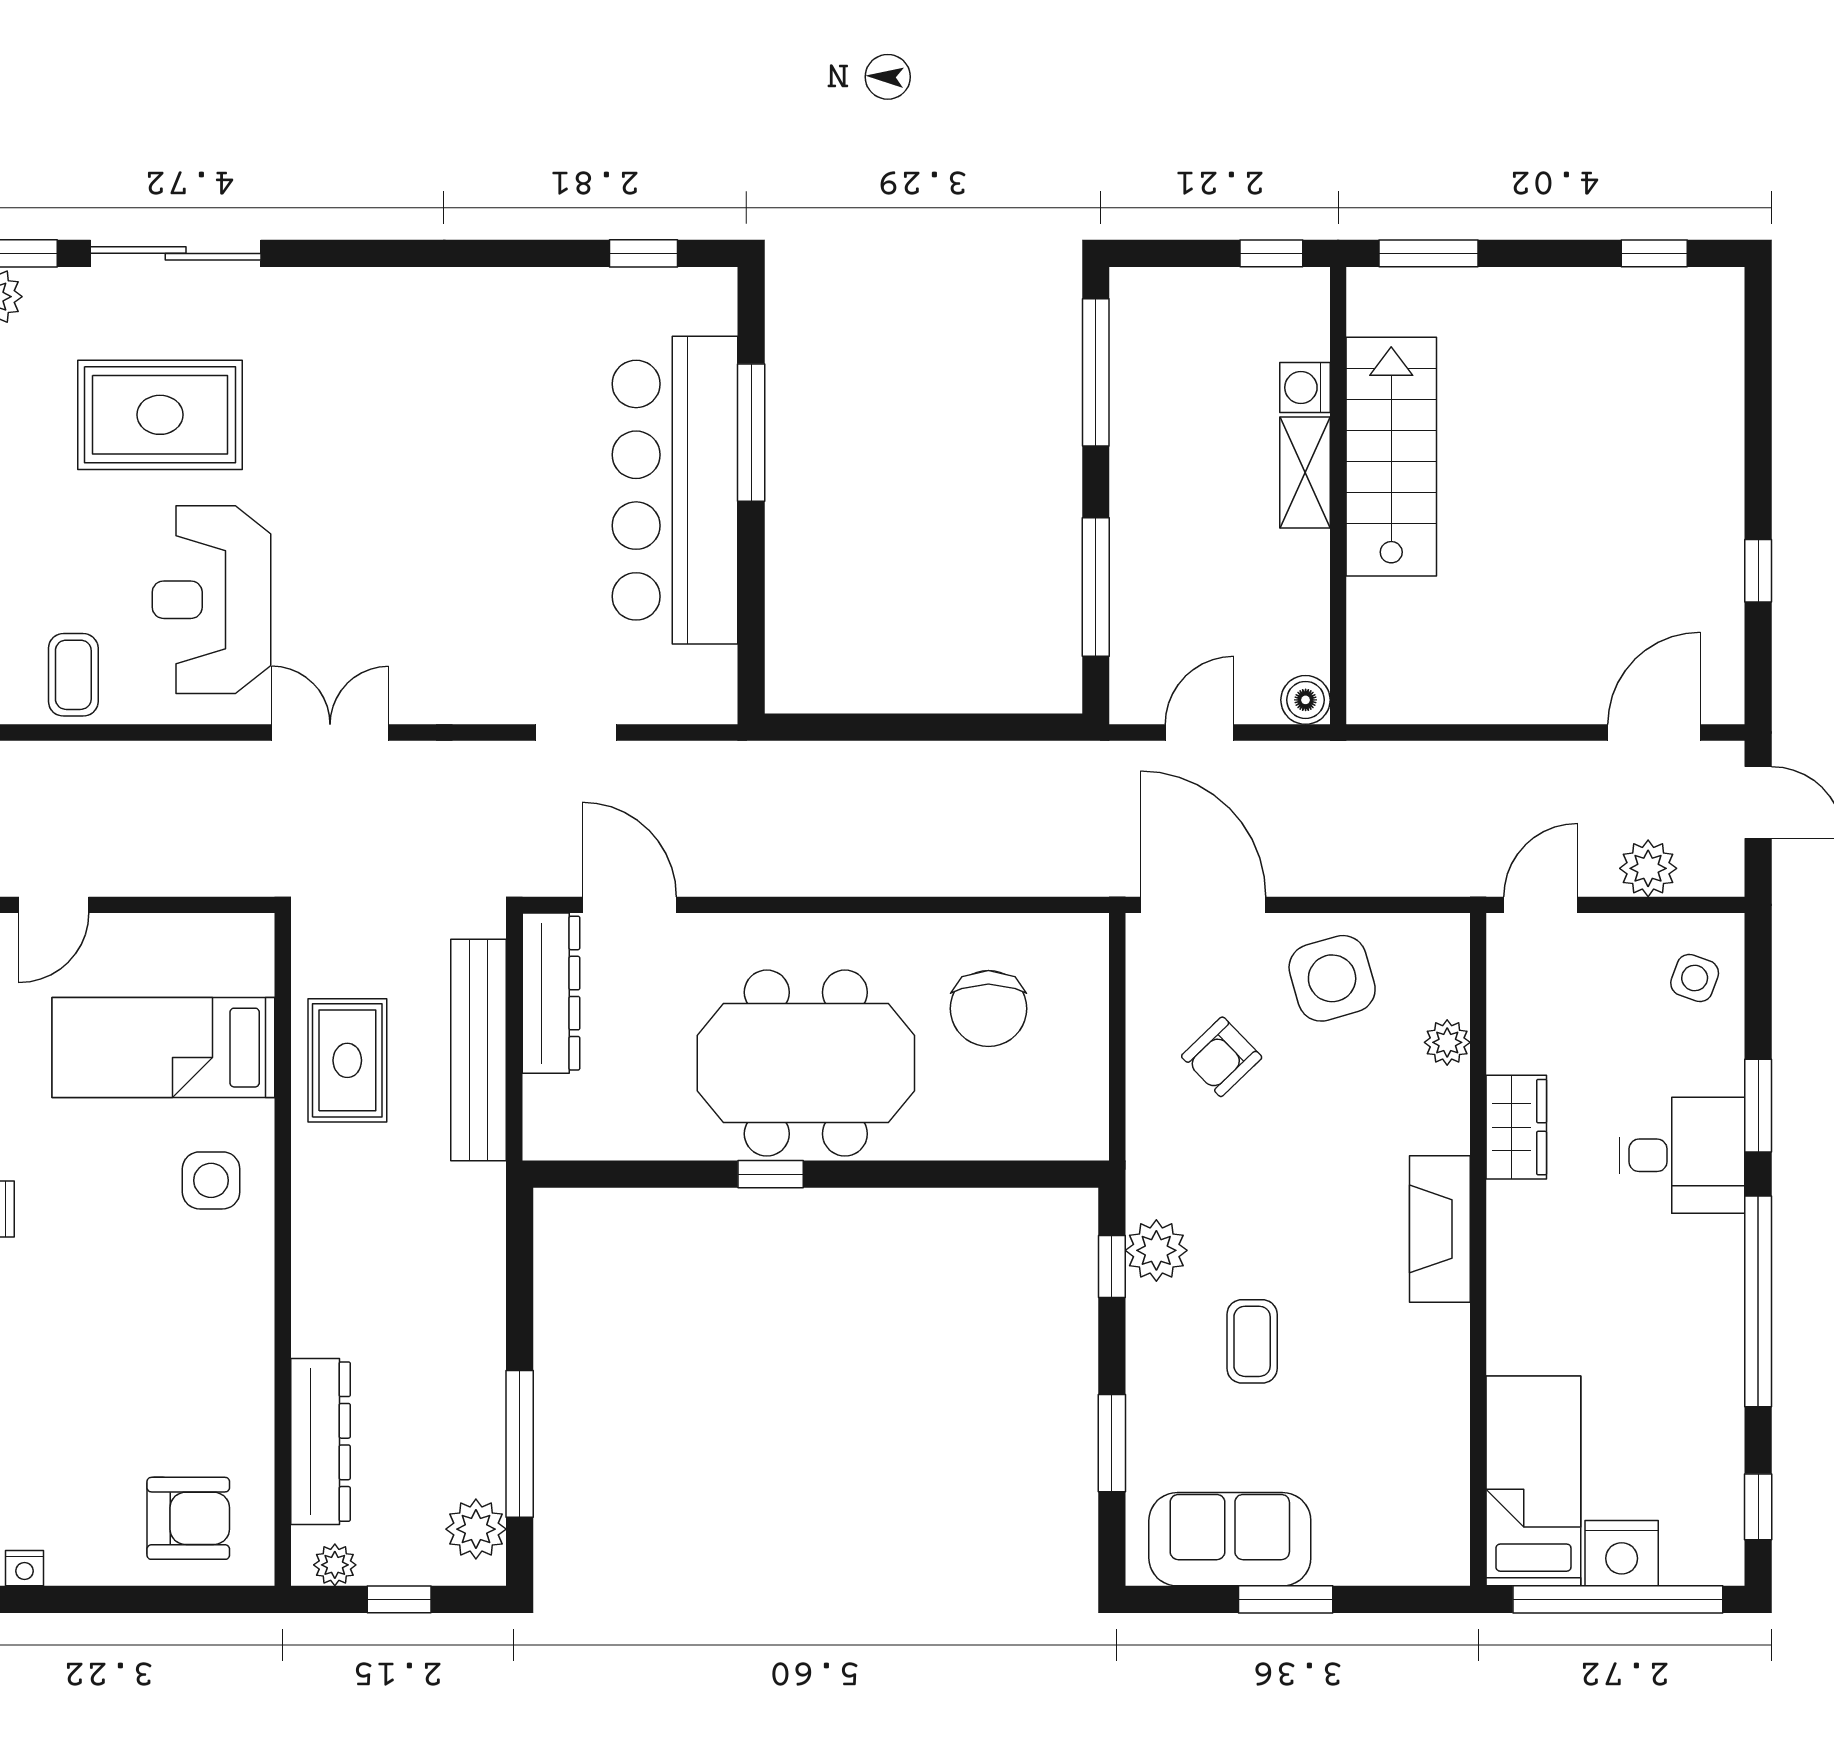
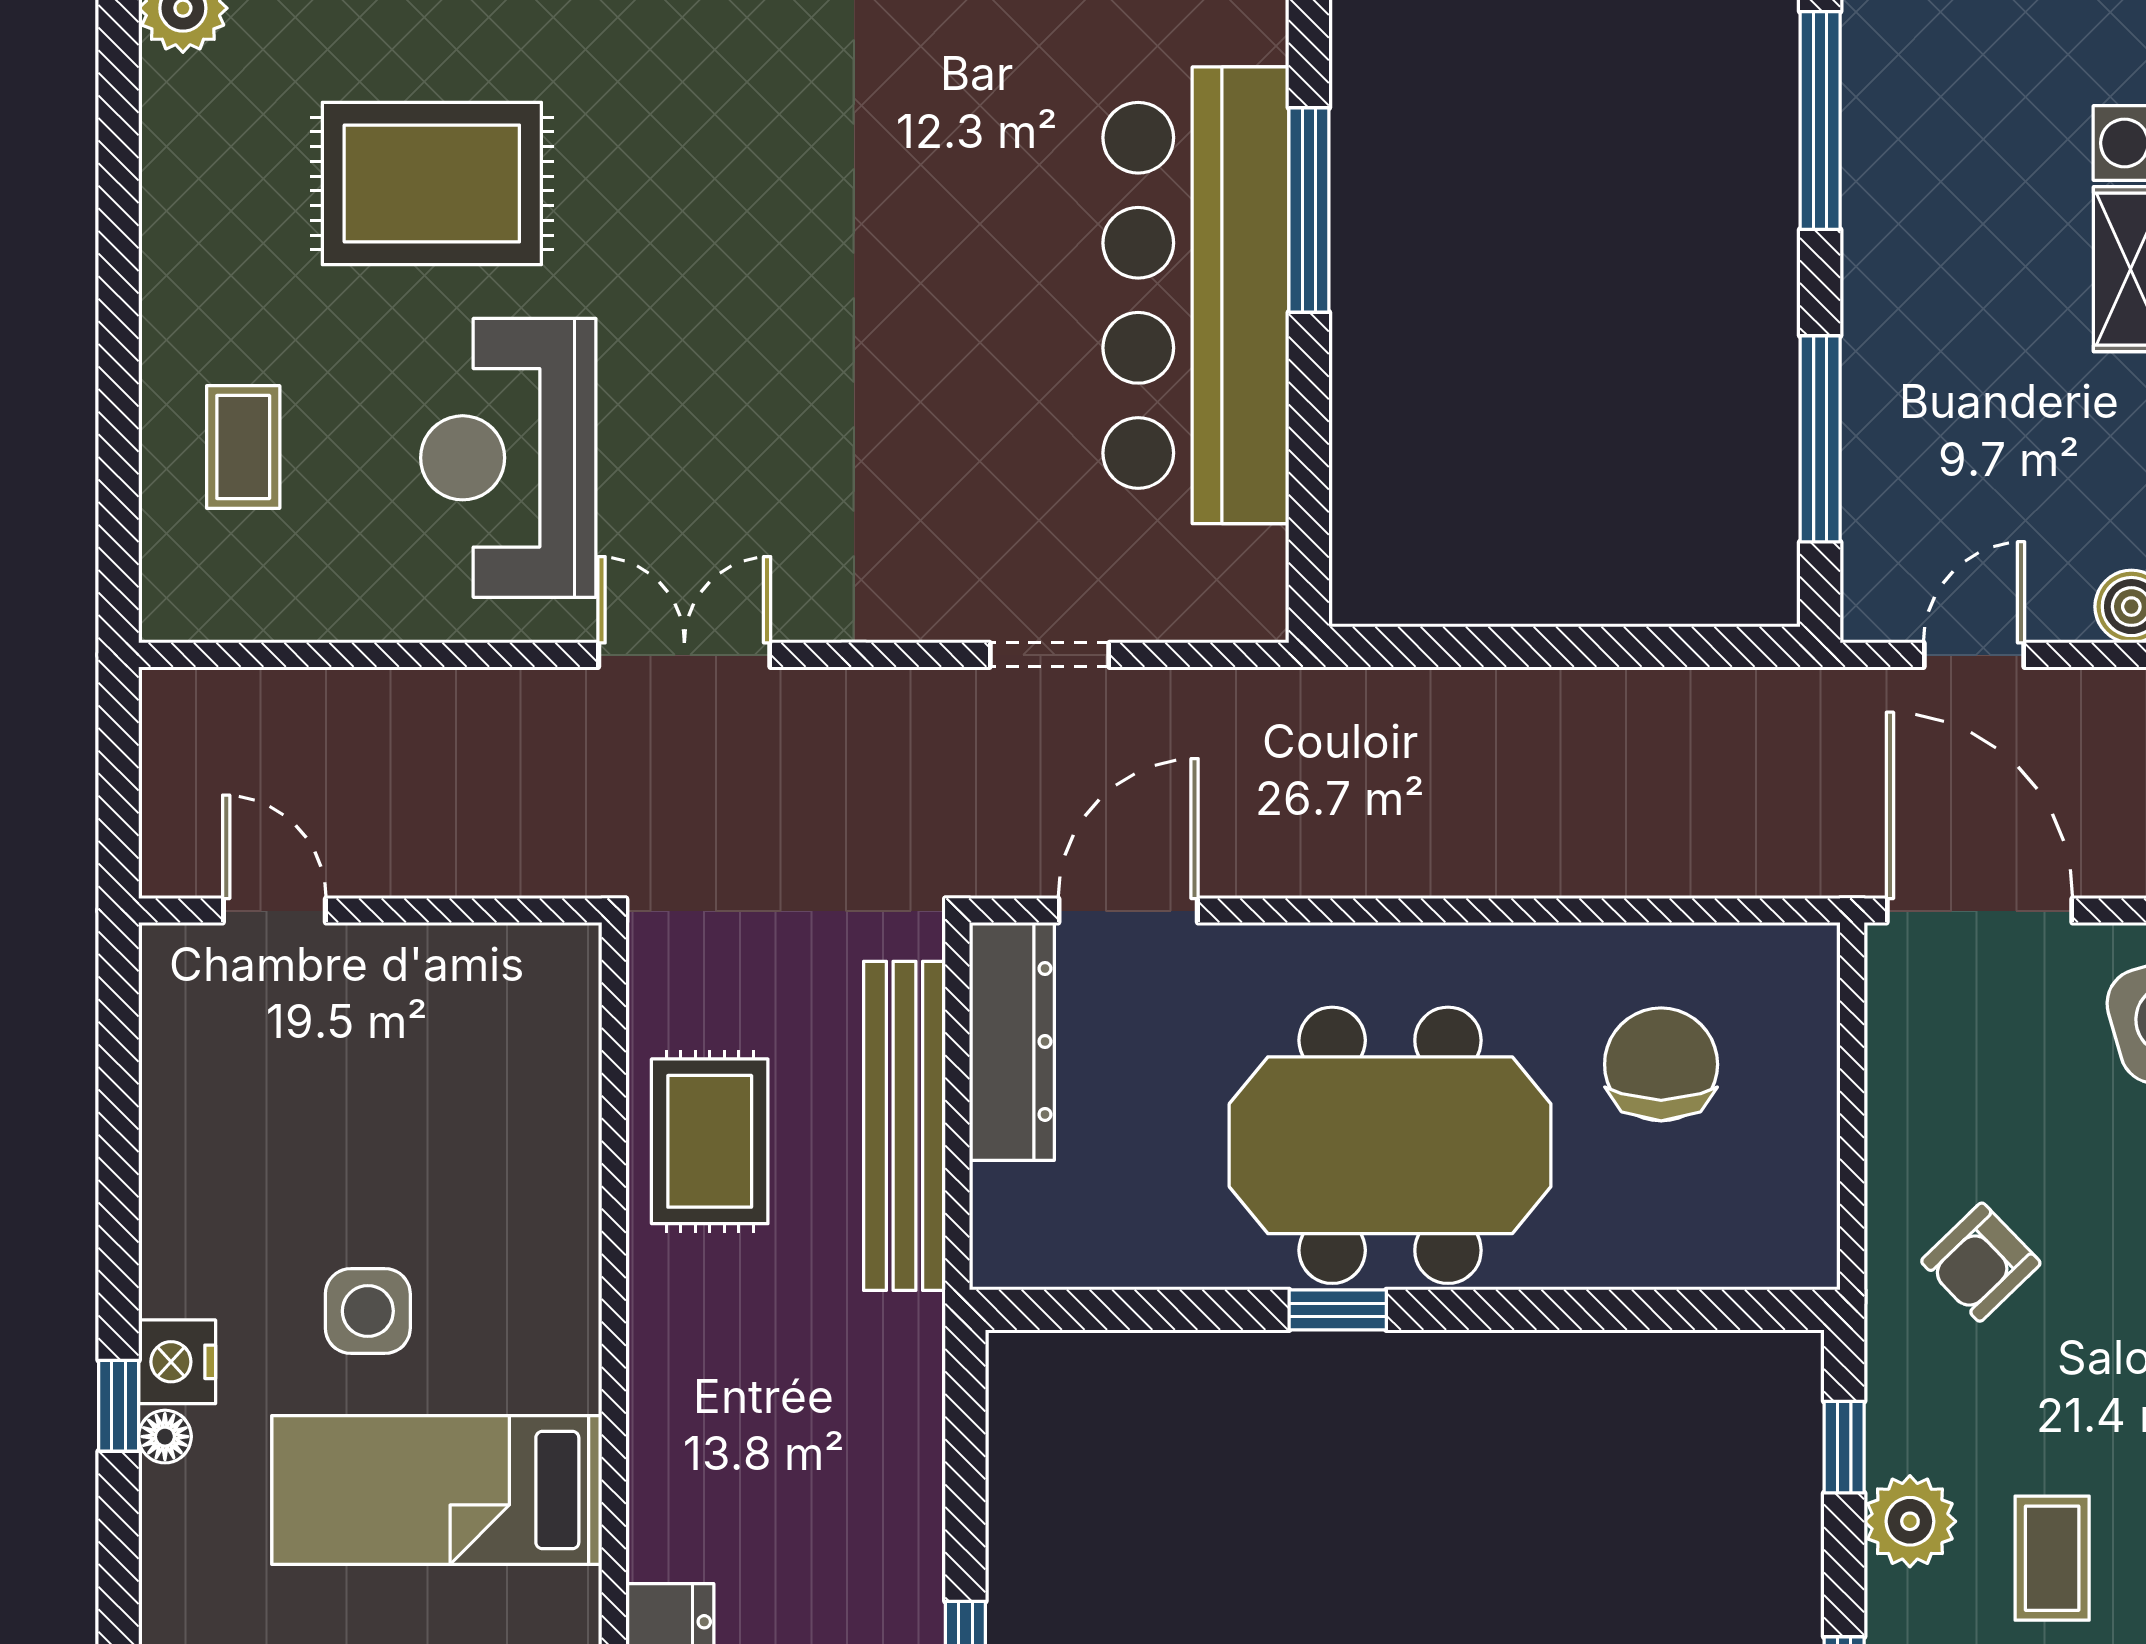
coffee table: (73, 675) -> (243, 447), moved
door: (54, 905) -> (274, 911), swing flipped
door: (629, 905) -> (1128, 911), hinge flipped
chair: (988, 1009) -> (1661, 1064), turned 180
bed: (163, 1048) -> (437, 1490), moved
armchair: (1222, 1057) -> (1981, 1262), moved
side table: (211, 1180) -> (368, 1311), moved
plant: (1156, 1250) -> (1910, 1521), moved

